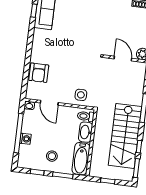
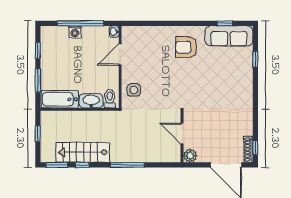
door: (123, 59) -> (182, 134), swing flipped
armchair: (39, 73) -> (186, 47), moved
stairs: (125, 136) -> (83, 152), width x0.73, depth x0.66
stool: (52, 156) -> (59, 65), removed

